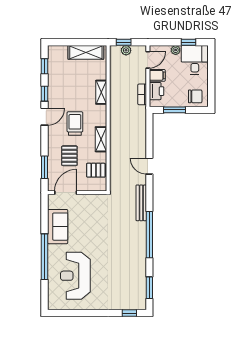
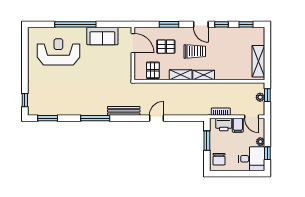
shelving: (101, 92) -> (204, 75), moved
window: (45, 167) -> (169, 24), moved
window: (149, 235) -> (95, 118), width x0.68

